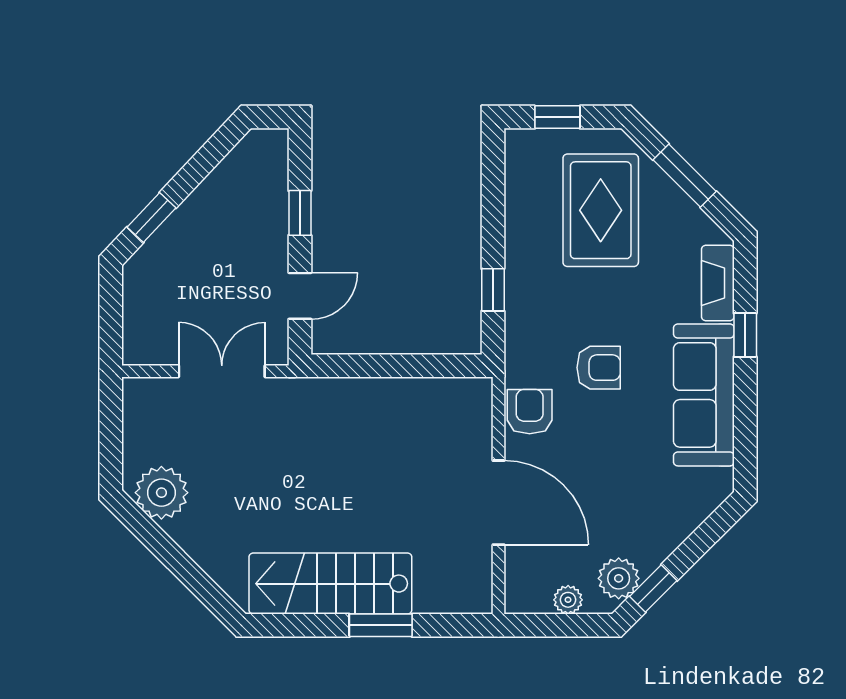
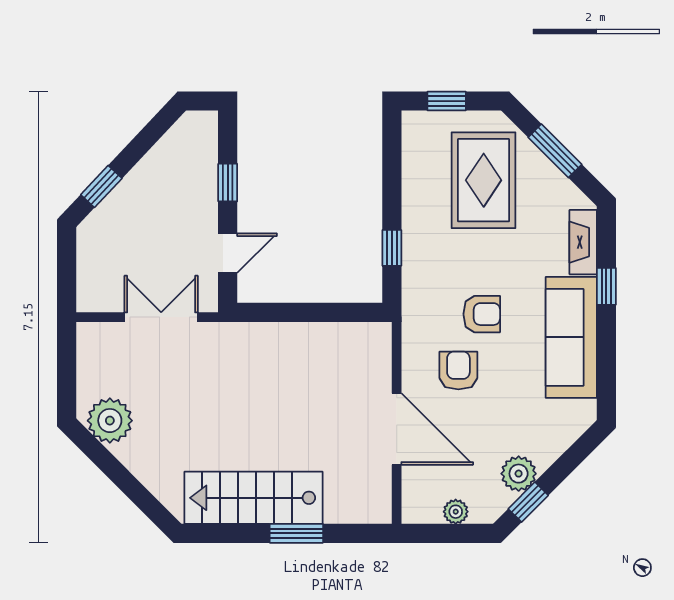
armchair: (530, 412) -> (458, 371), moved
plant: (619, 578) -> (519, 474), moved

